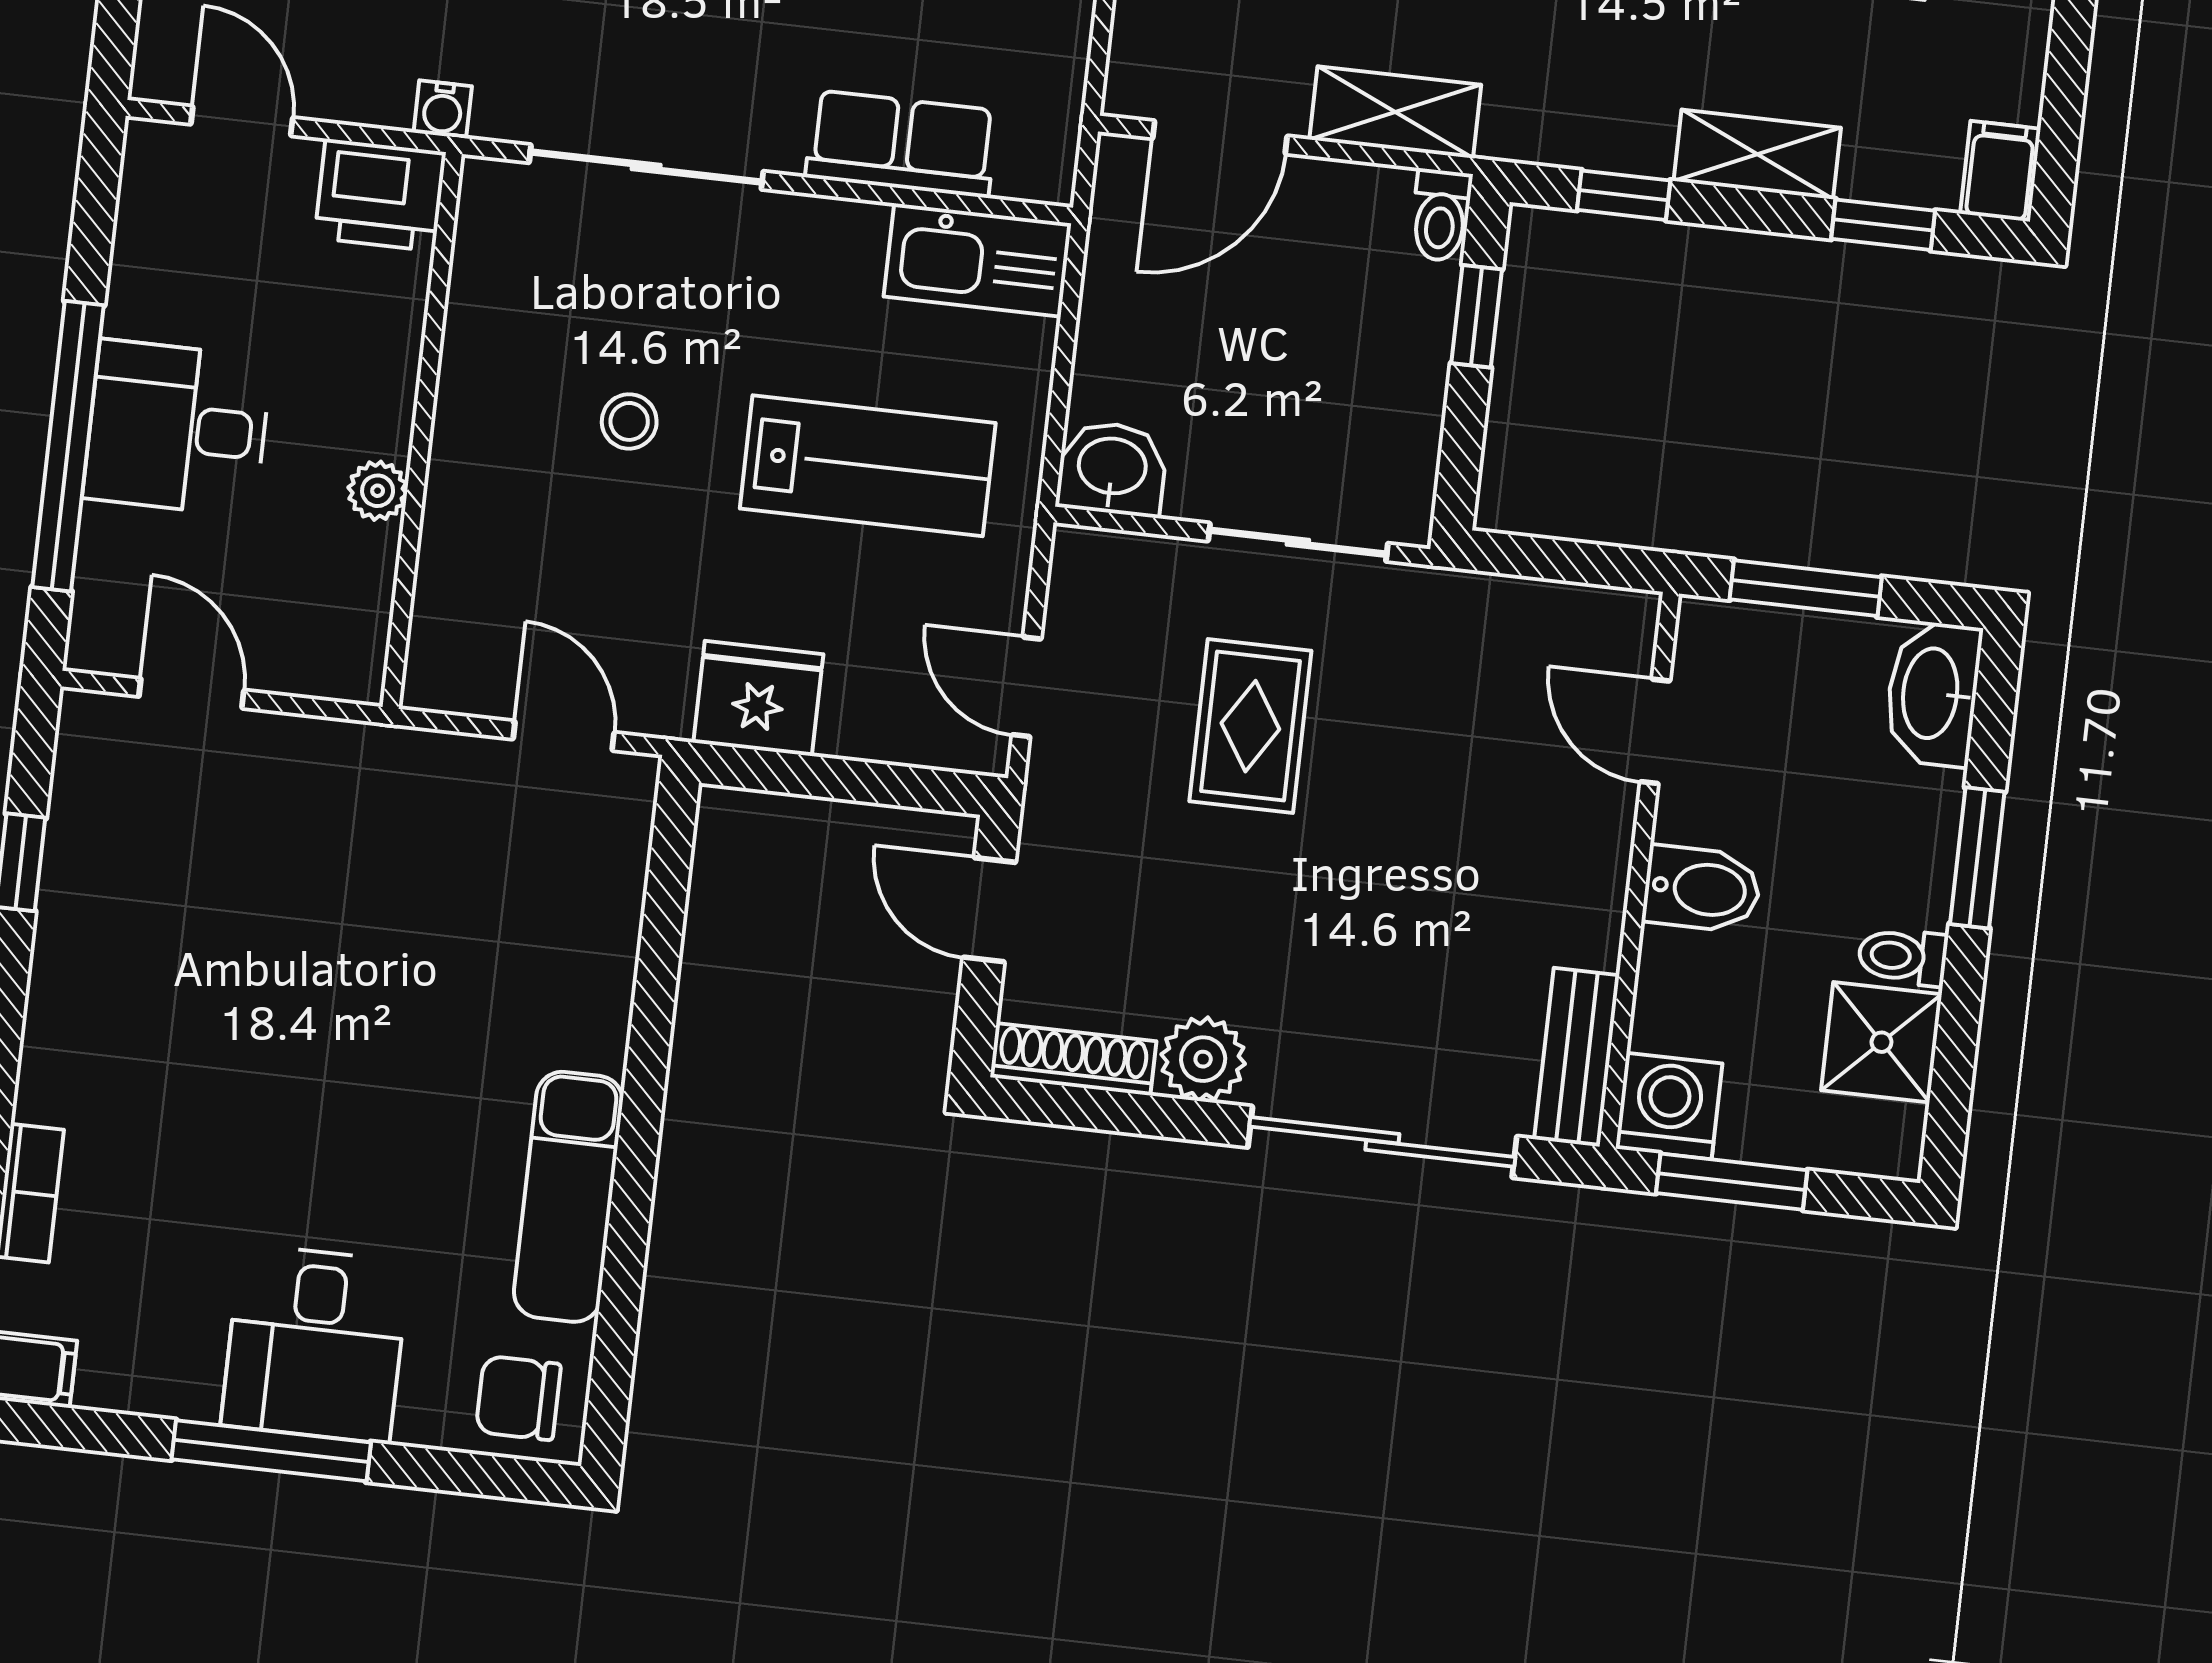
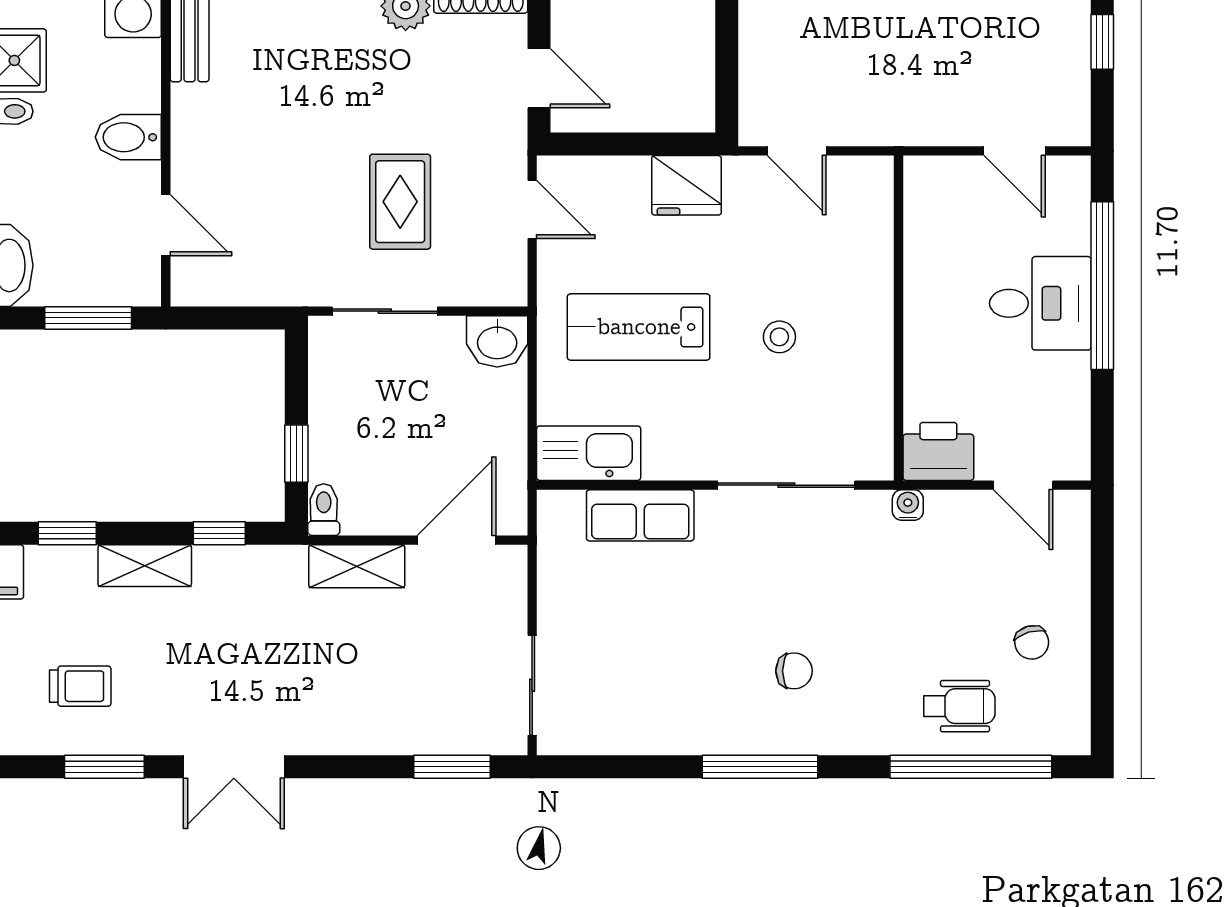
plant: (378, 491) -> (920, 280), removed

